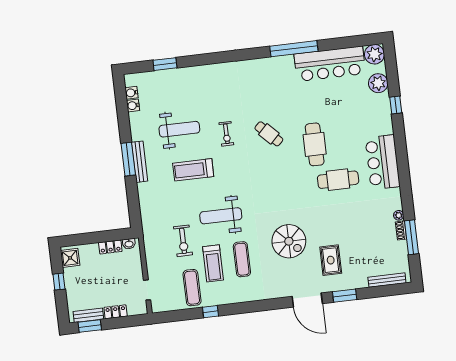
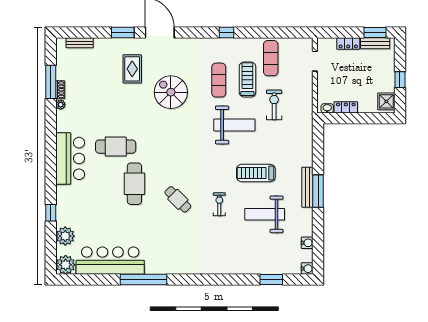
water cooler: (132, 93) -> (307, 269), moved
treadmill: (193, 170) -> (256, 173), turned 180
bench: (387, 280) -> (80, 43), width x0.73
window: (210, 312) -> (227, 33), moved

